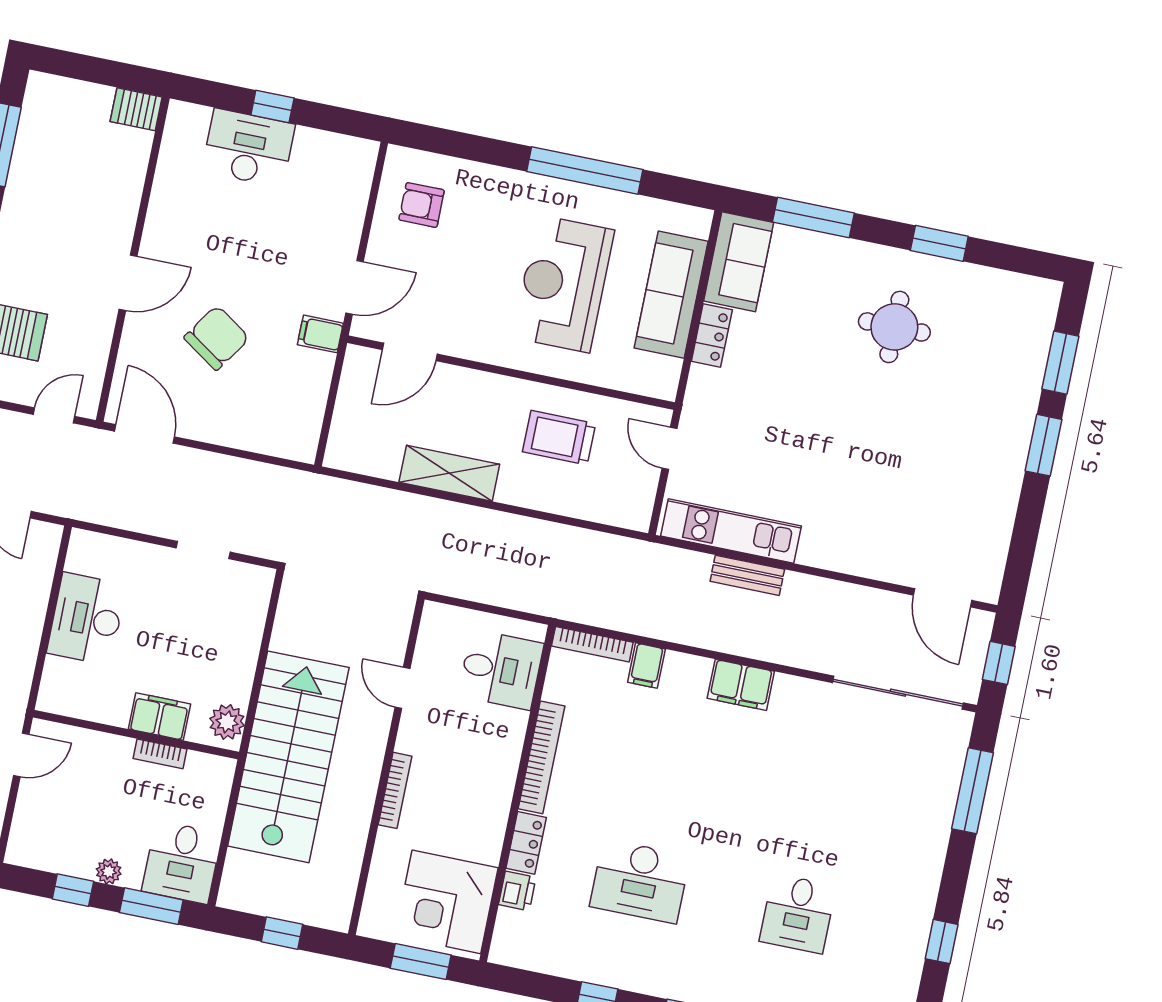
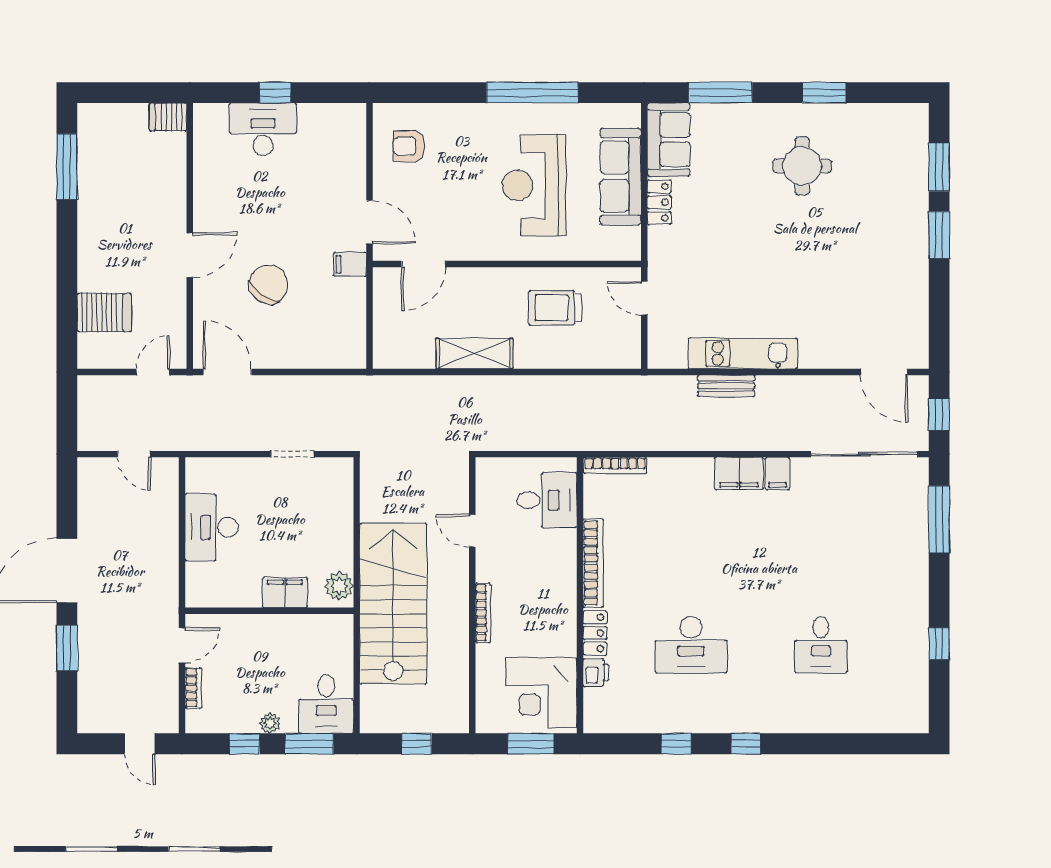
door: (355, 287) -> (369, 222), hinge flipped
kitchen unit: (731, 531) -> (743, 353), moved
filing cabinet: (646, 666) -> (777, 473), moved
bookcase: (160, 754) -> (193, 688), moved, turned -90

